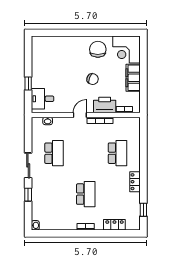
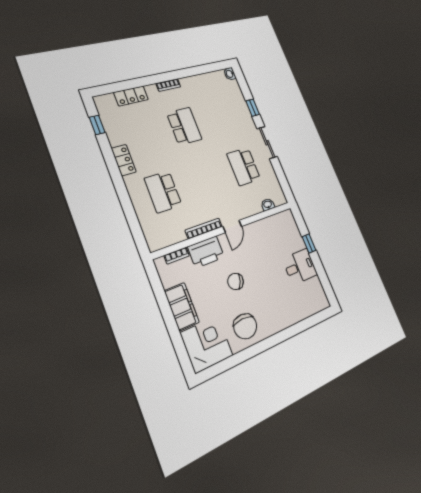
desk: (43, 99) -> (300, 267), moved
school desk: (86, 194) -> (184, 126), turned 180

